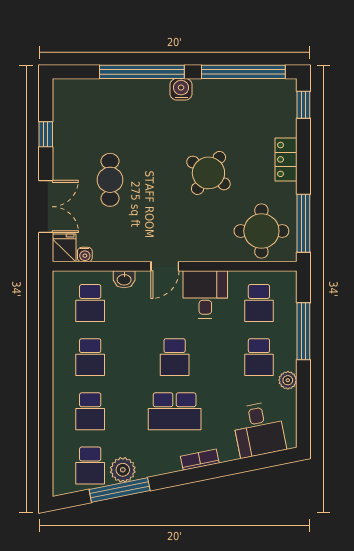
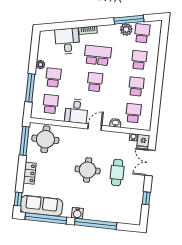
sofa: (255, 96) -> (41, 206), added
round table: (208, 173) -> (88, 170), moved, turned -35
desk: (259, 429) -> (67, 41), moved

